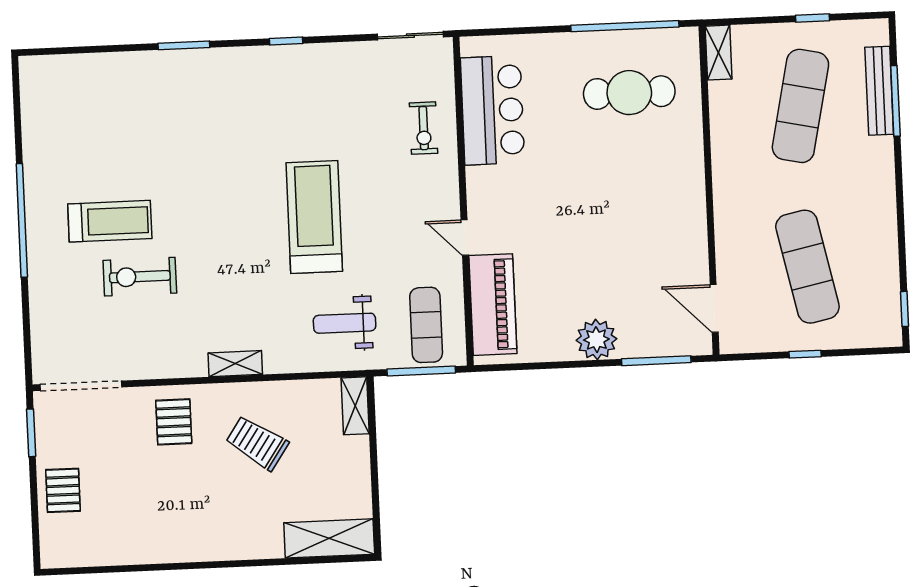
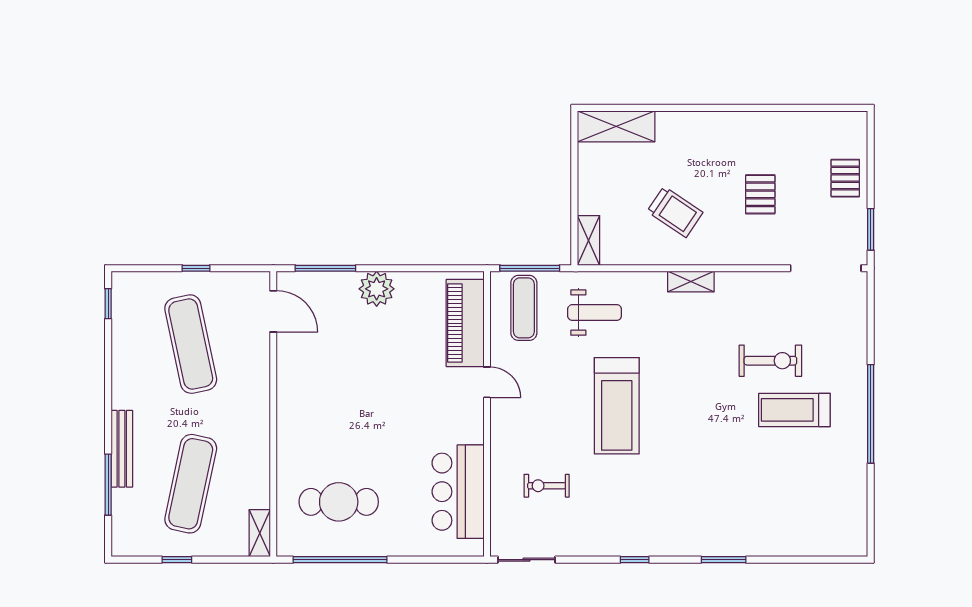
bench: (879, 91) -> (122, 449), moved
exercise bike: (424, 128) -> (547, 486), moved, turned -90
pallet: (174, 422) -> (760, 194), moved

